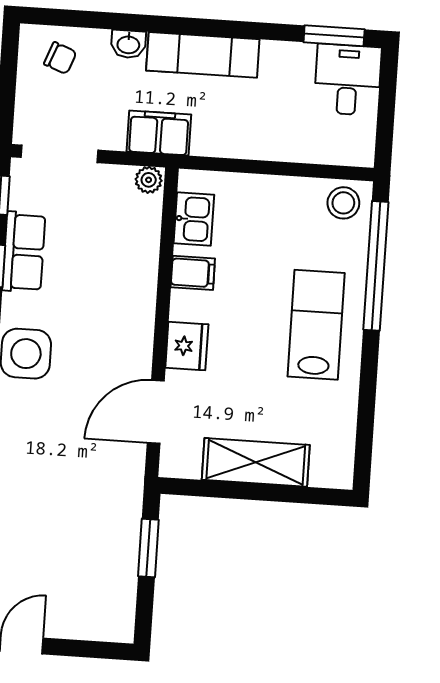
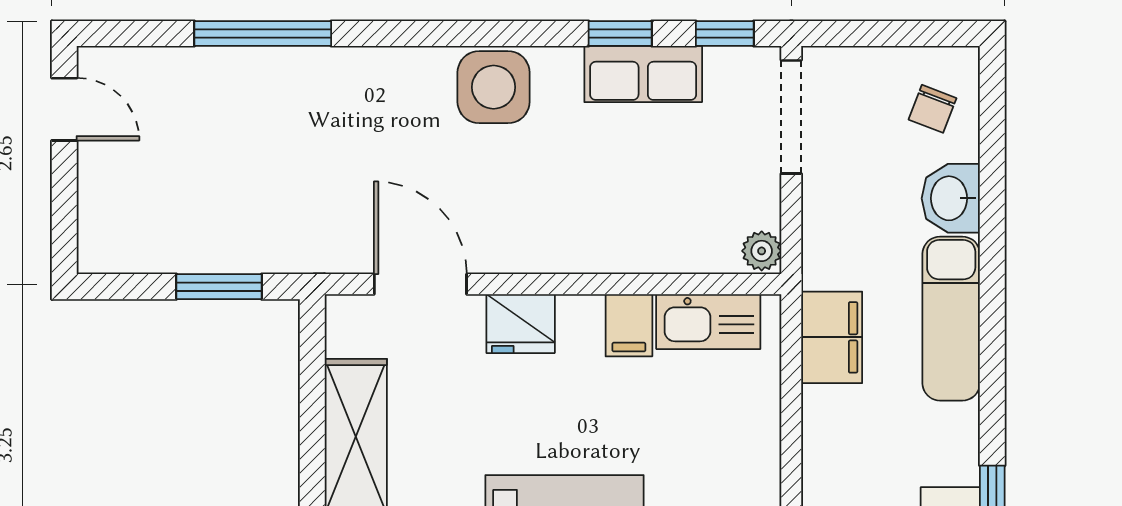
washbasin: (128, 44) -> (951, 198), width x1.38, depth x1.45
filing cabinet: (159, 133) -> (832, 337), moved
kitchen sink: (194, 219) -> (708, 322), width x1.38

